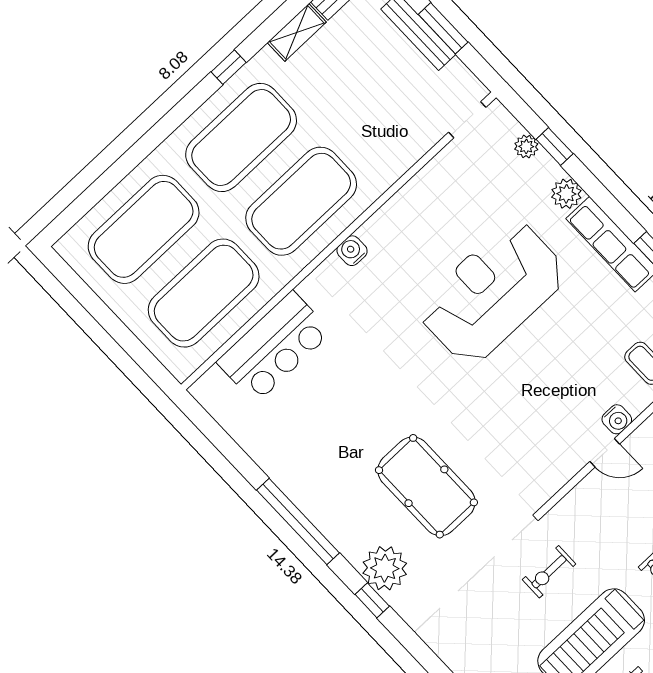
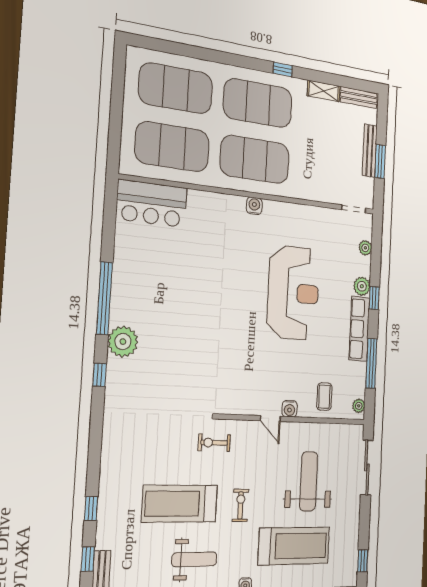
window: (555, 147) -> (374, 298), moved
reception desk: (492, 292) -> (293, 293), turned 90
bar counter: (274, 347) -> (152, 203), moved
pool table: (426, 486) -> (180, 348), removed
plant: (385, 568) -> (123, 342), moved
exercise bike: (549, 572) -> (214, 443), moved

